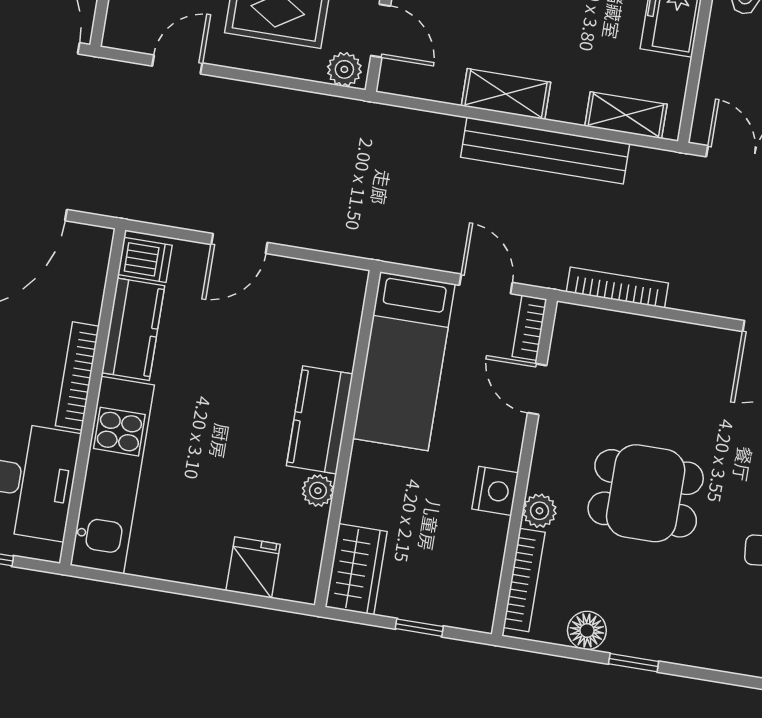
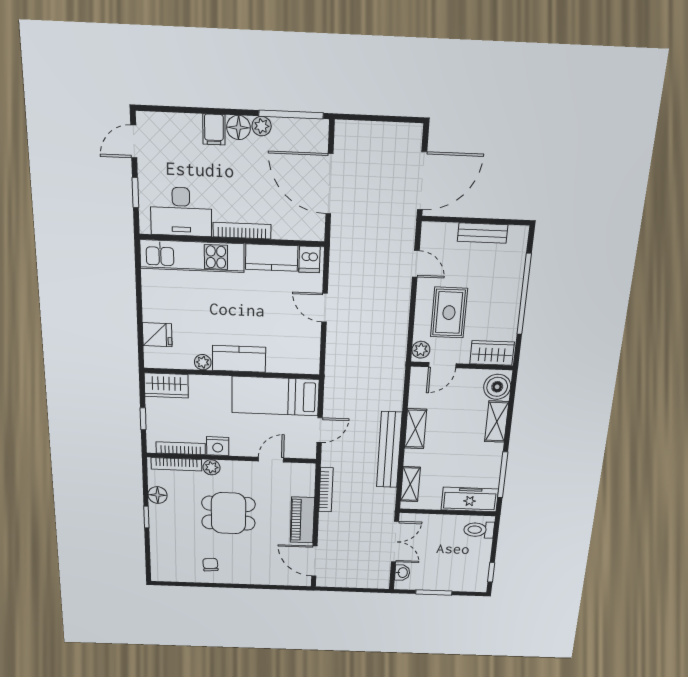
bookcase: (530, 328) -> (181, 448), moved, width x1.56
piano: (680, 344) -> (302, 520), added
dining table: (646, 493) -> (228, 513), turned 90

